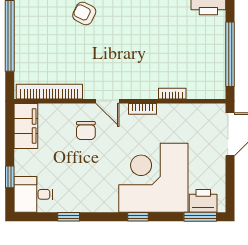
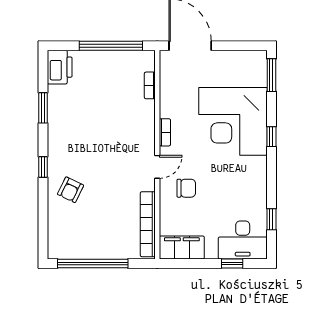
bookcase: (172, 94) -> (150, 85), moved
desk: (33, 194) -> (243, 240), width x1.37
printer: (203, 201) -> (256, 72), removed
window: (69, 217) -> (271, 219), moved

